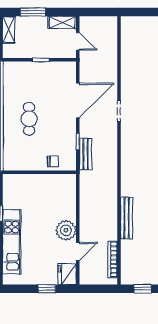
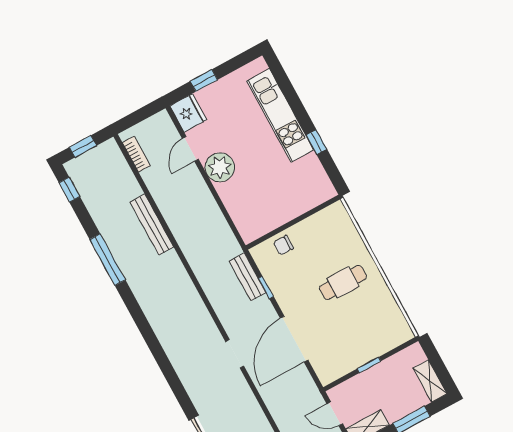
cafe table: (29, 119) -> (343, 282), turned 90
bookcase: (113, 260) -> (136, 154), width x0.64

